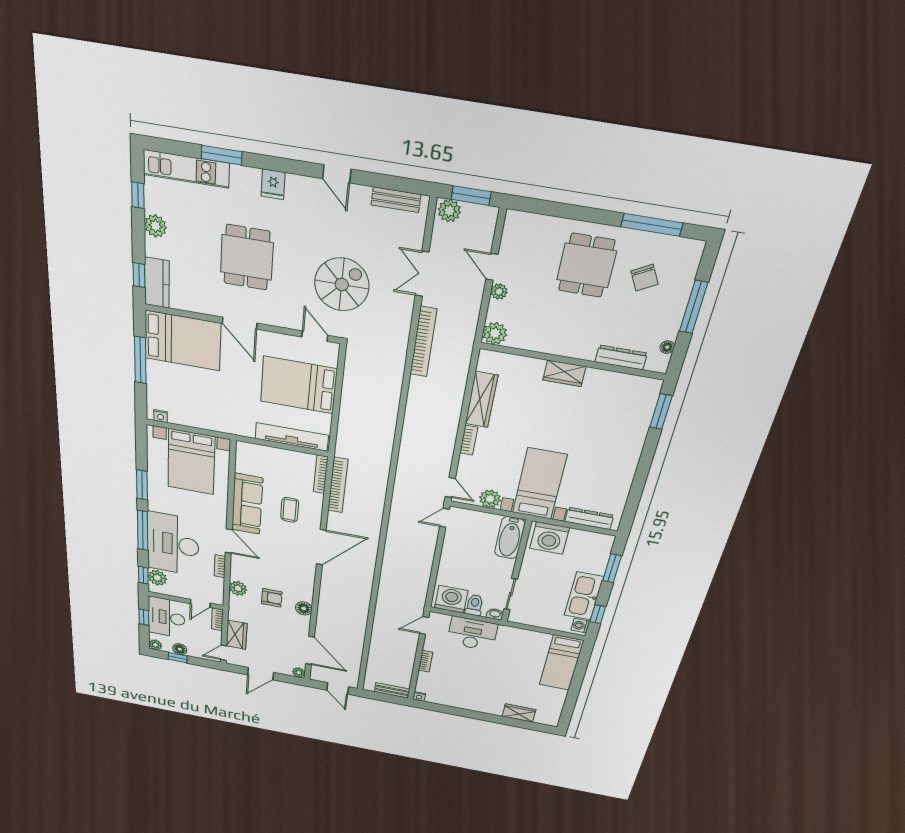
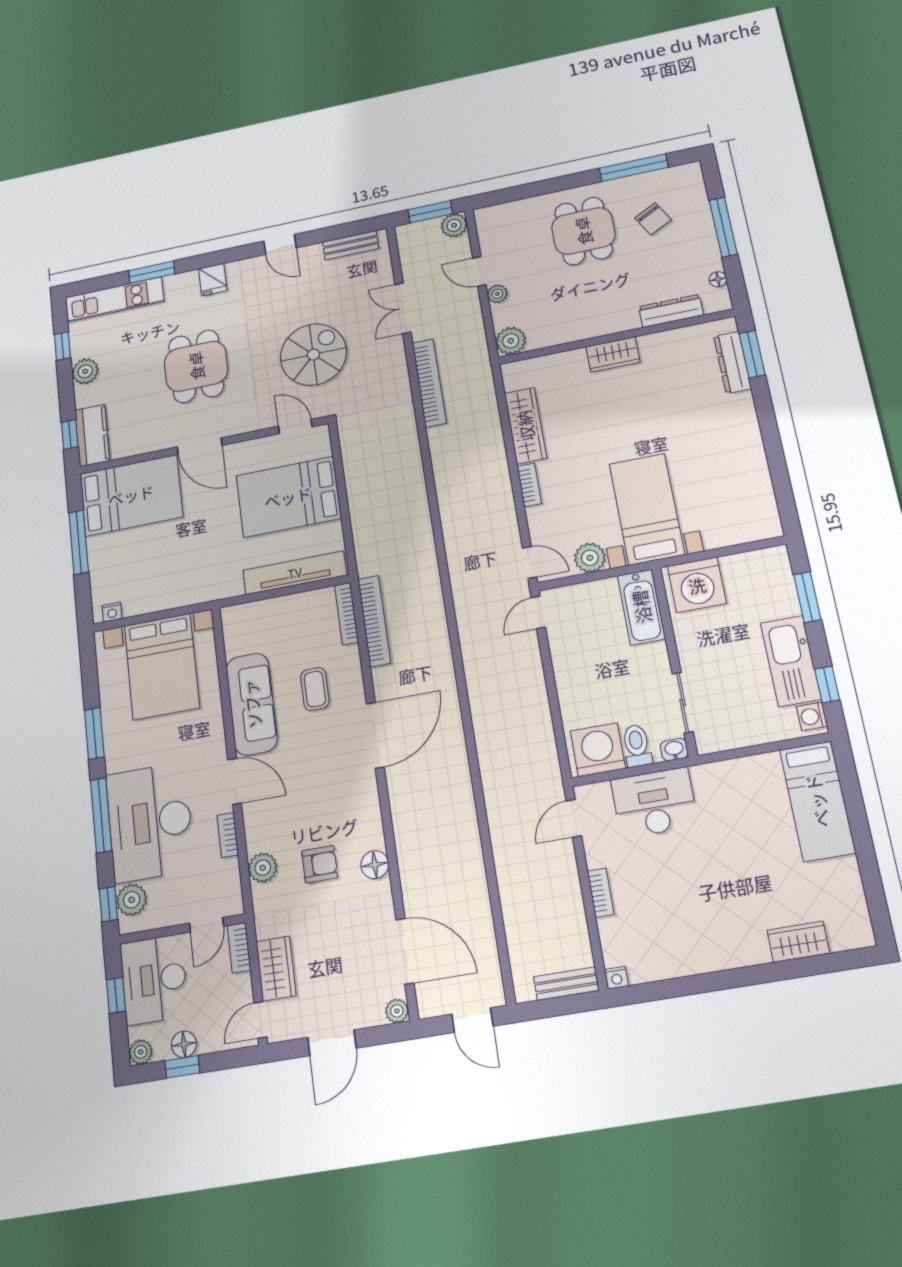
plant: (449, 211) -> (454, 225), moved
dresser: (589, 518) -> (732, 362), moved, turned -90

